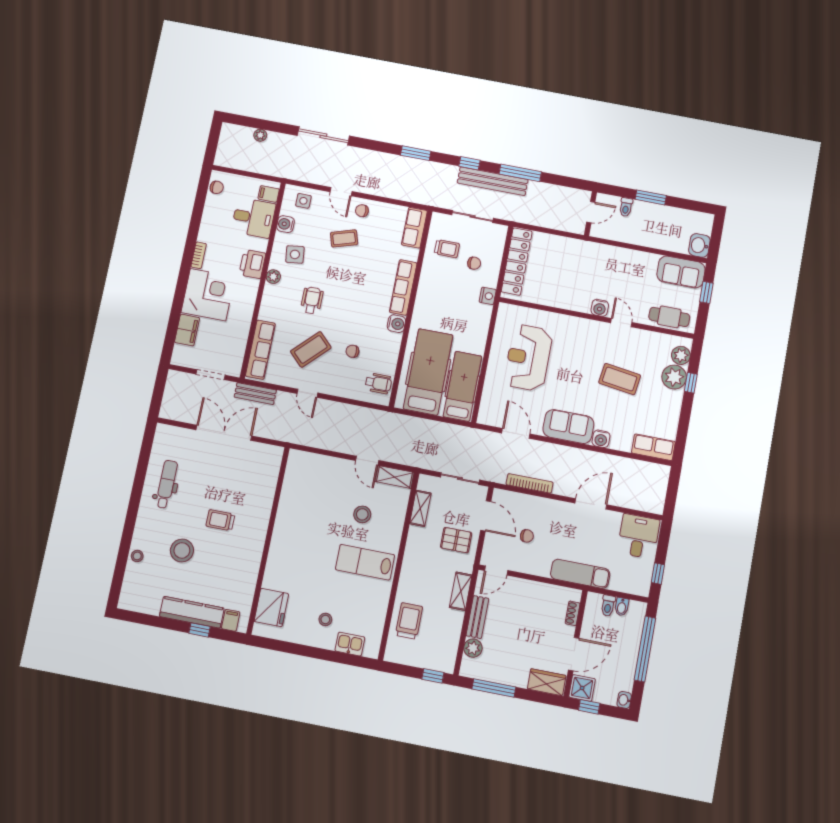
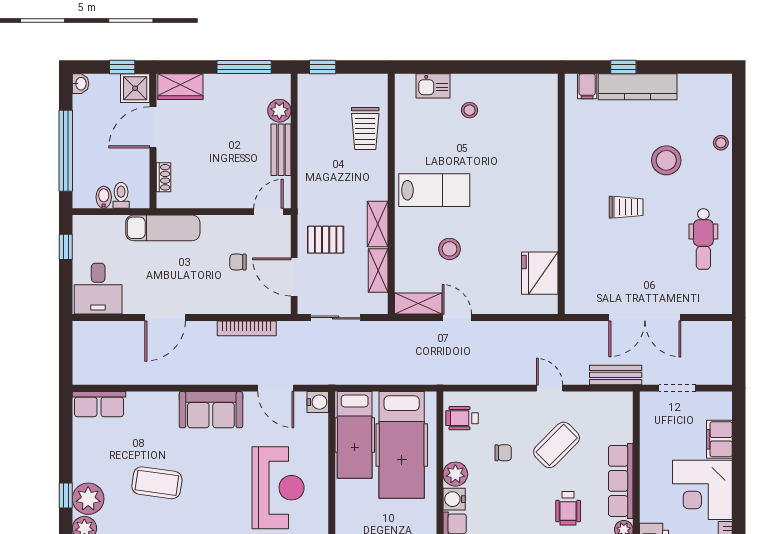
plant: (392, 342) -> (455, 474), added
row of seats: (260, 350) -> (621, 481), moved
water cooler: (601, 439) -> (318, 402), moved, turned 90
shelving: (461, 591) -> (378, 224), moved
fridge: (271, 608) -> (540, 273), moved

